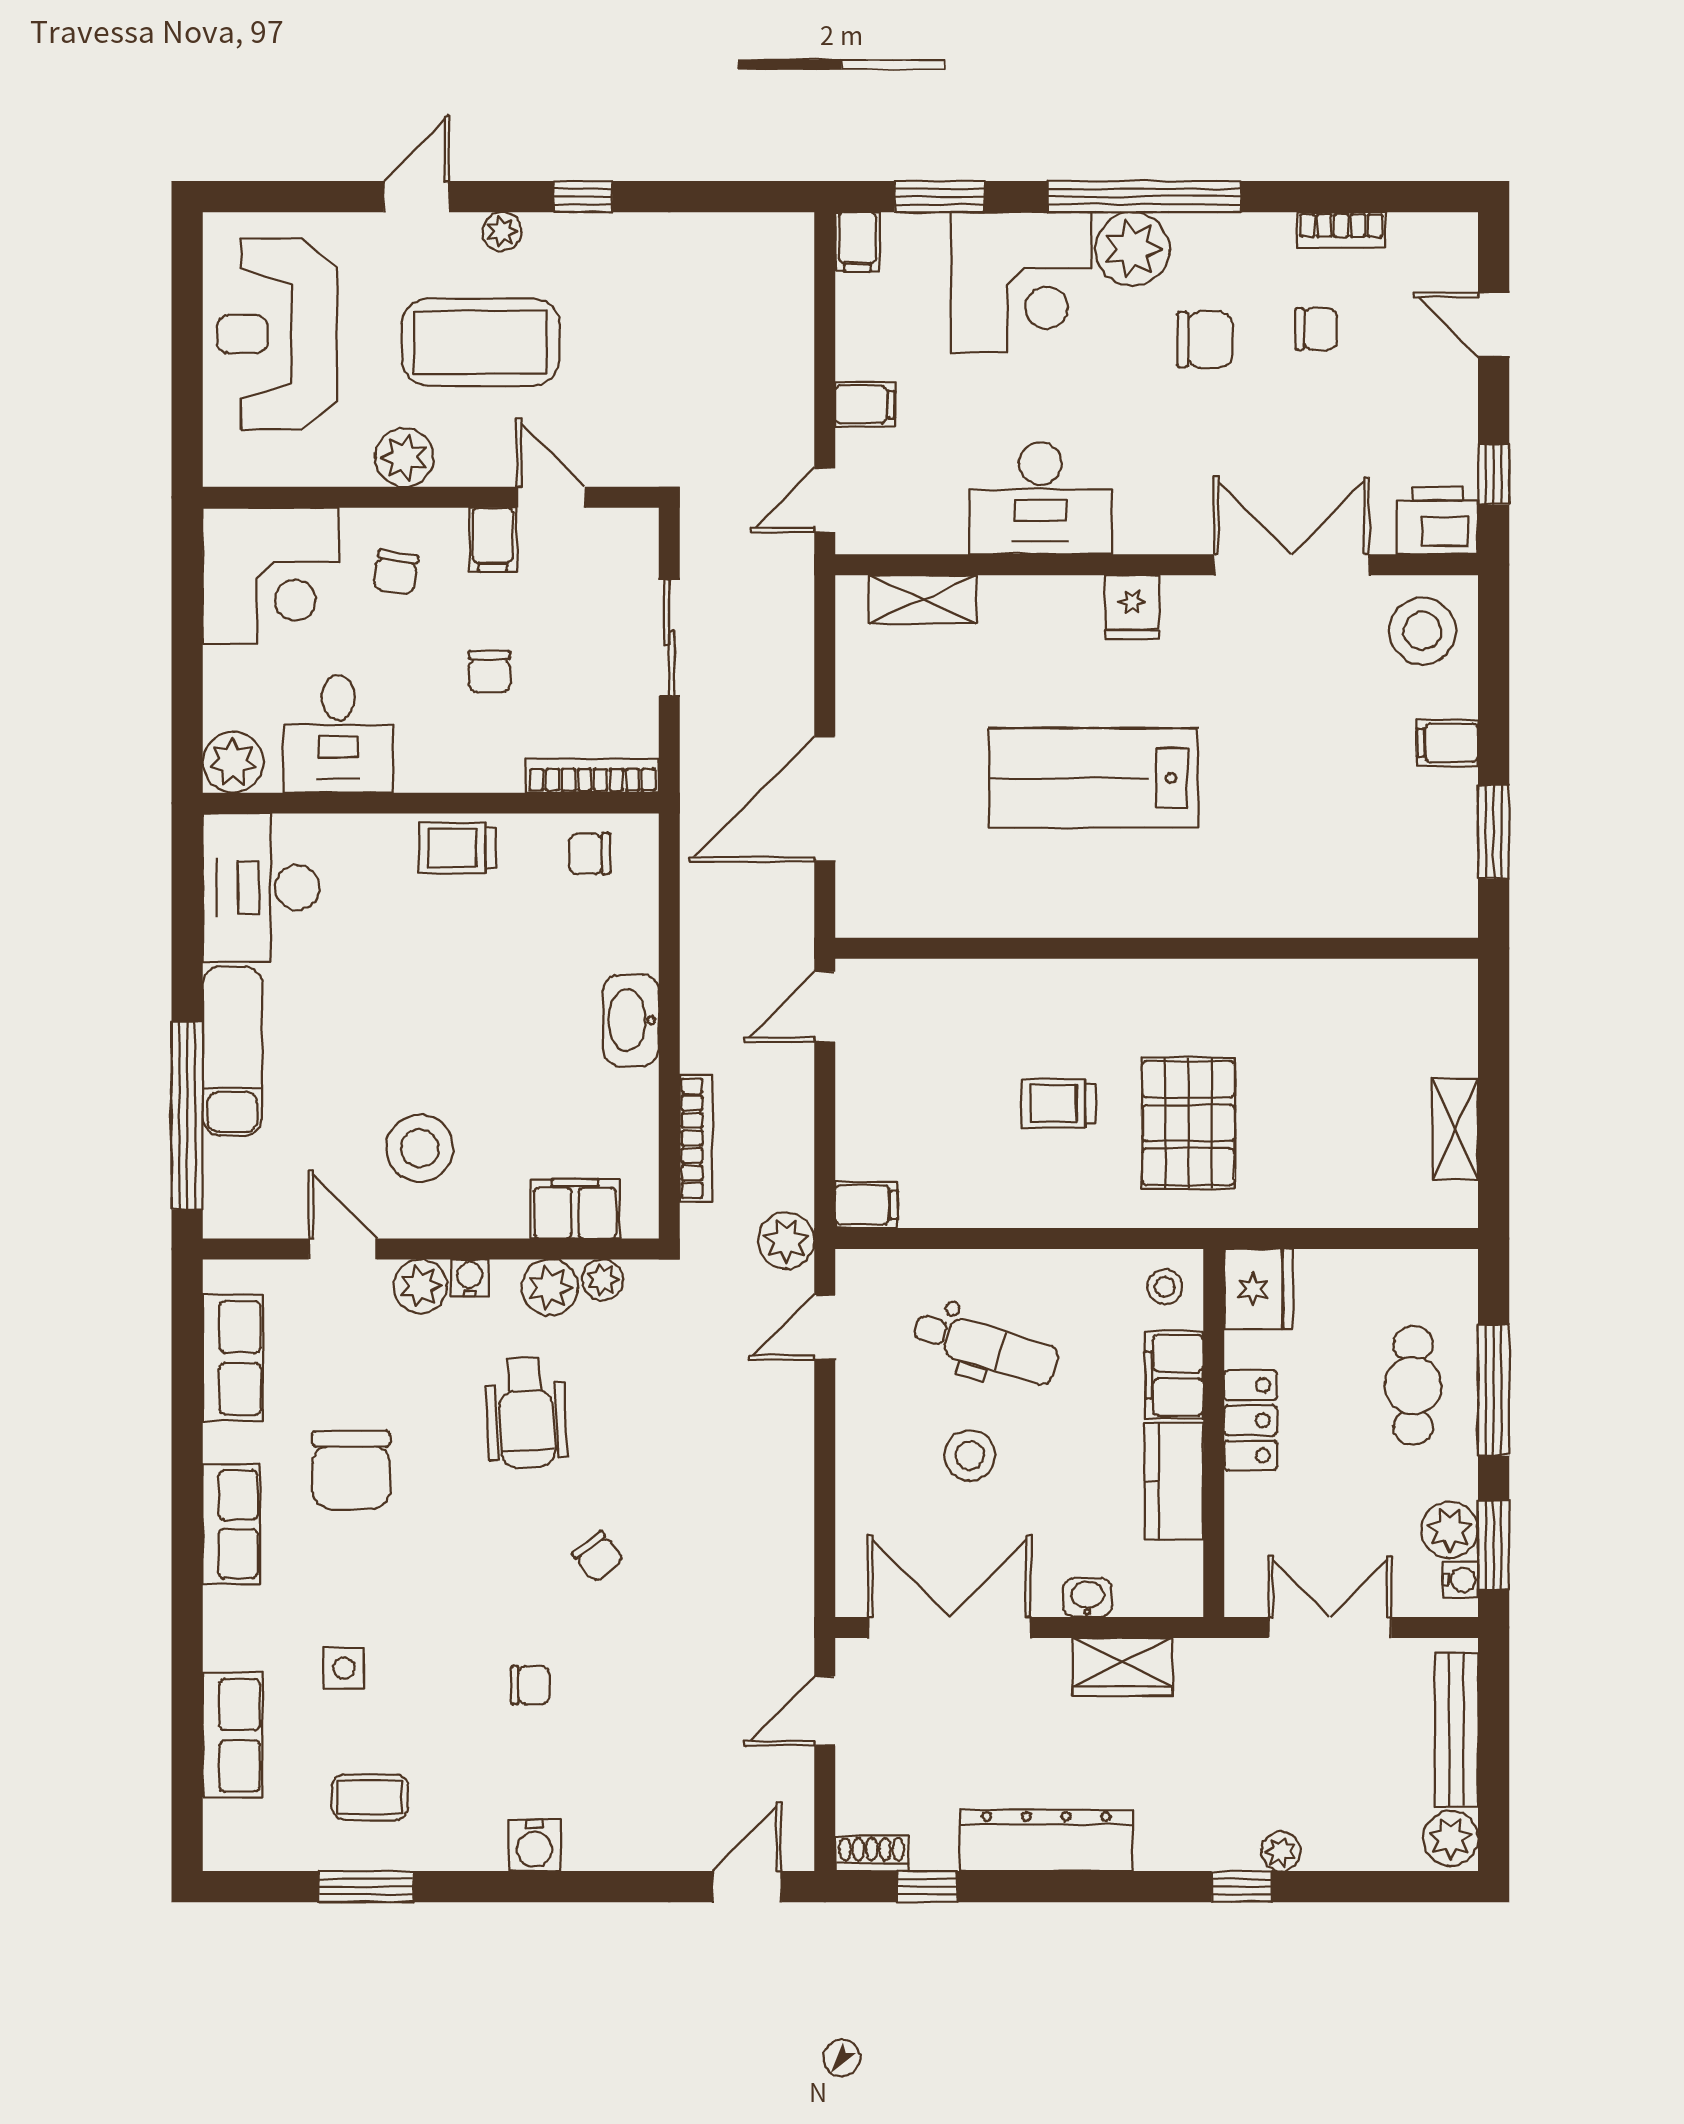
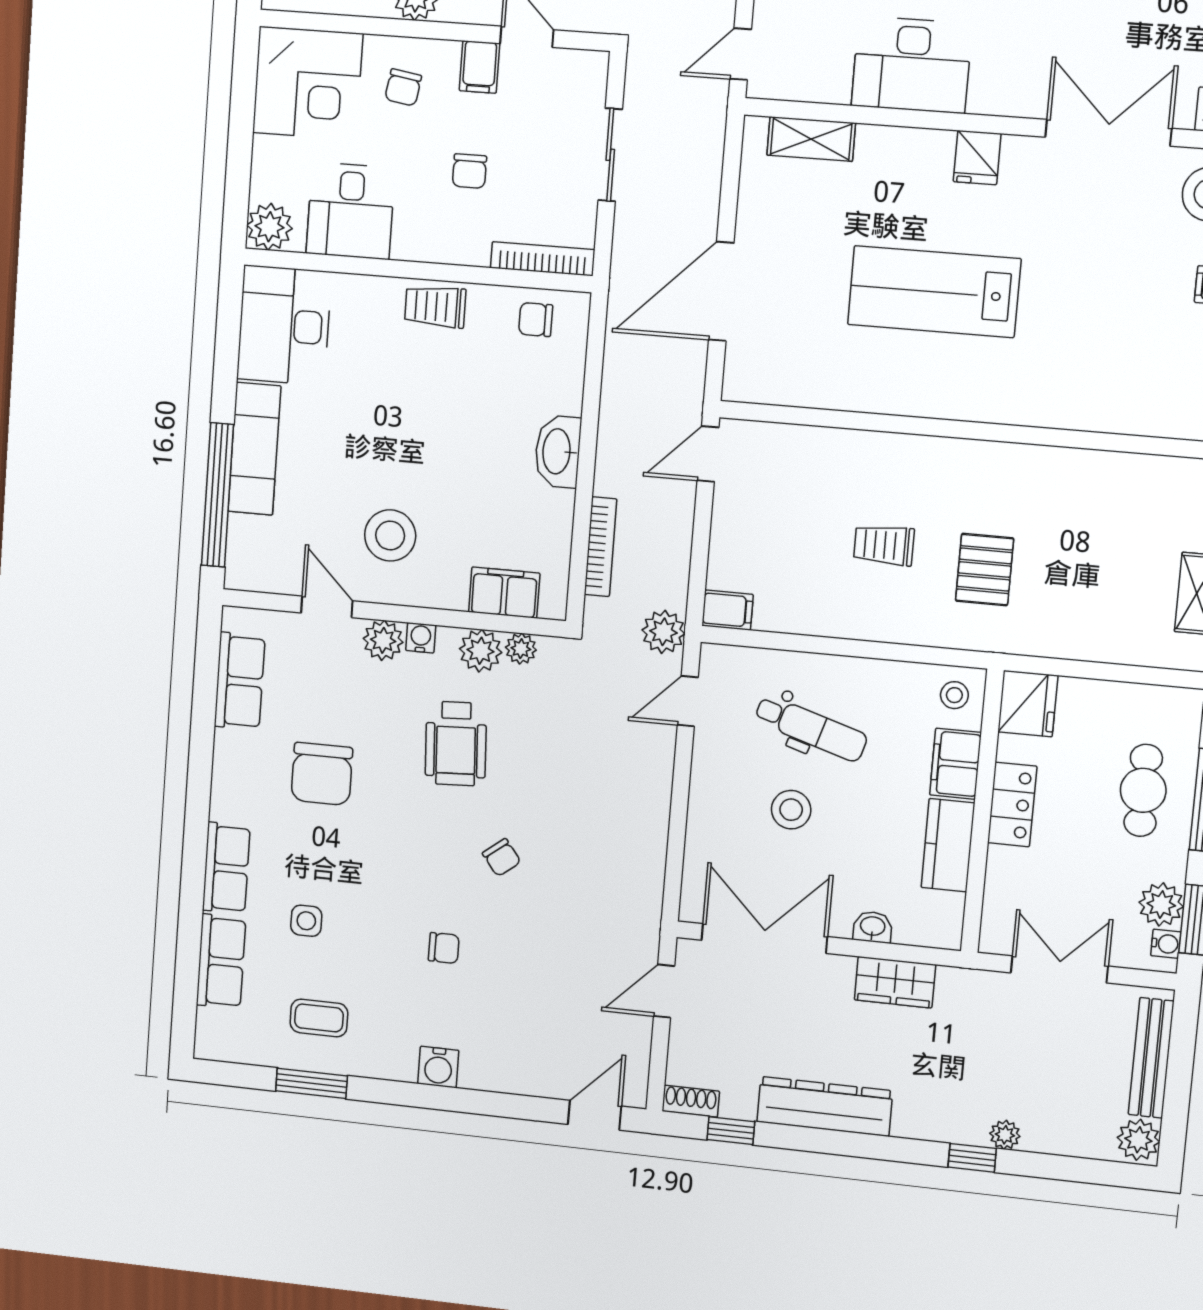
pallet: (1188, 1123) -> (985, 570), width x0.67, depth x0.71
row of seats: (231, 1524) -> (226, 868), moved

